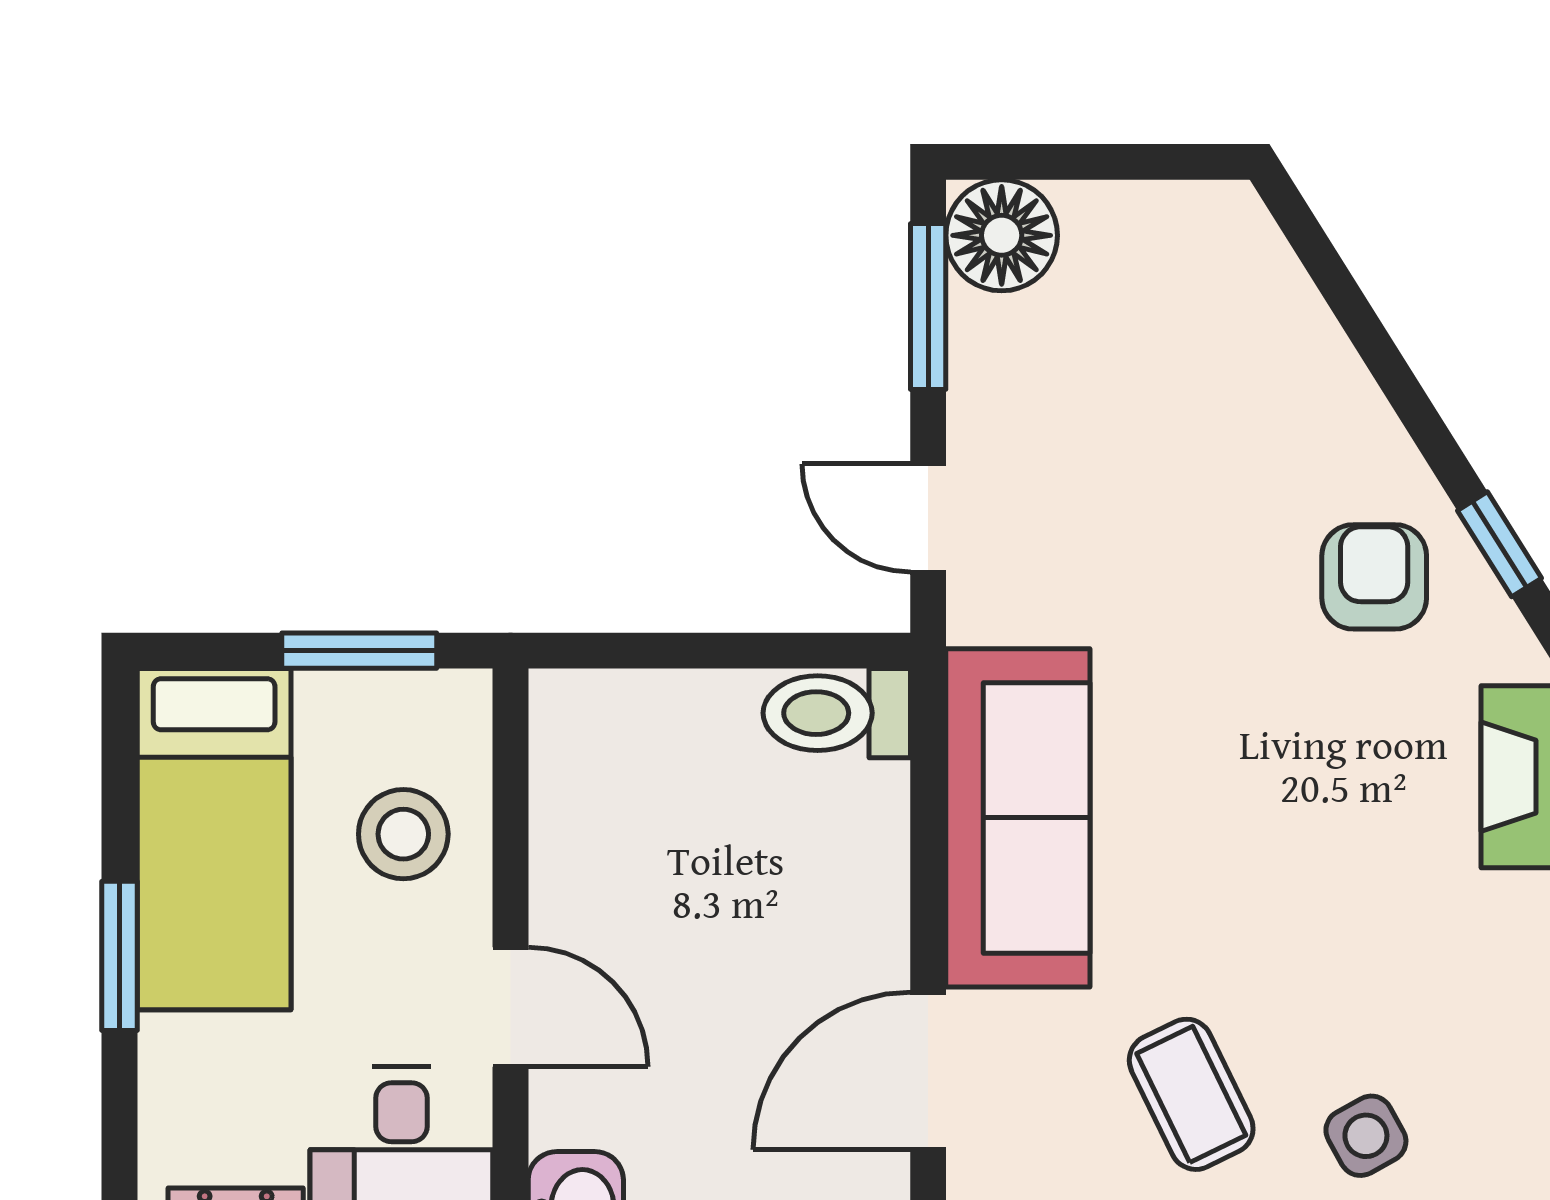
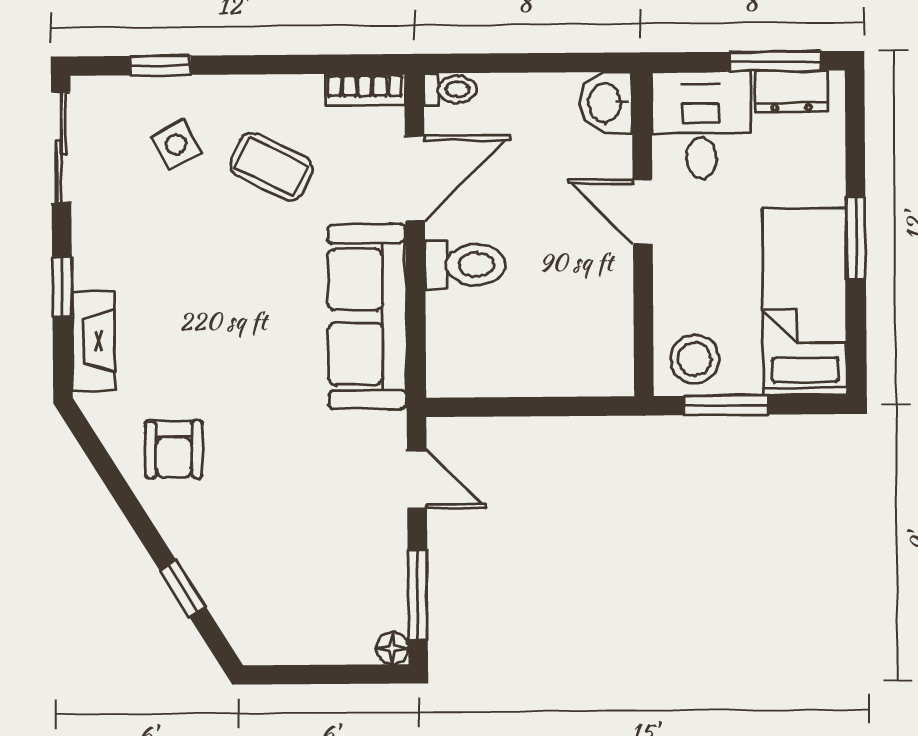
floor lamp: (1002, 235) -> (392, 648), width x0.53, depth x0.53
window: (1500, 544) -> (183, 589), moved
toilet: (837, 713) -> (465, 265), moved
stool: (403, 834) -> (695, 359), moved
coffee table: (1191, 1094) -> (271, 167), turned -38

